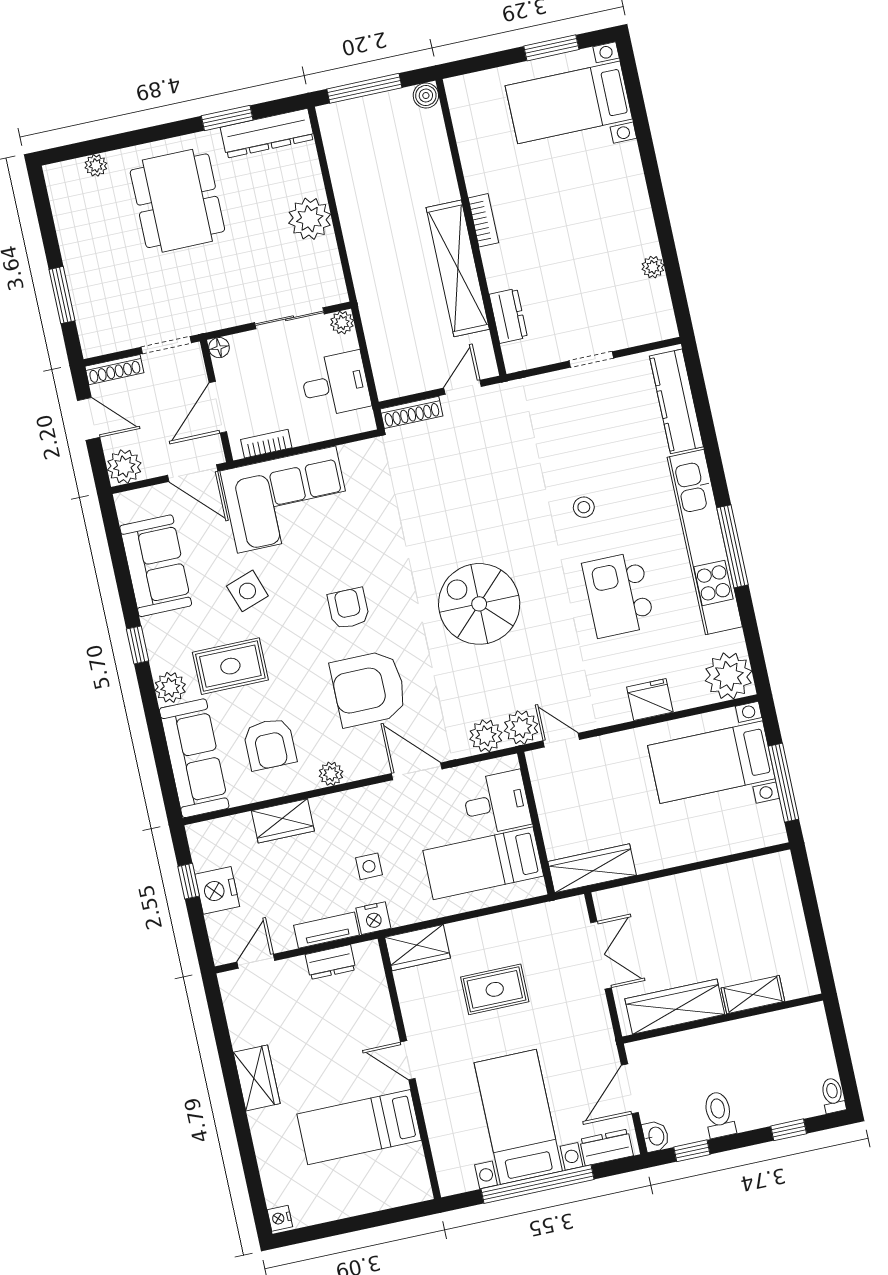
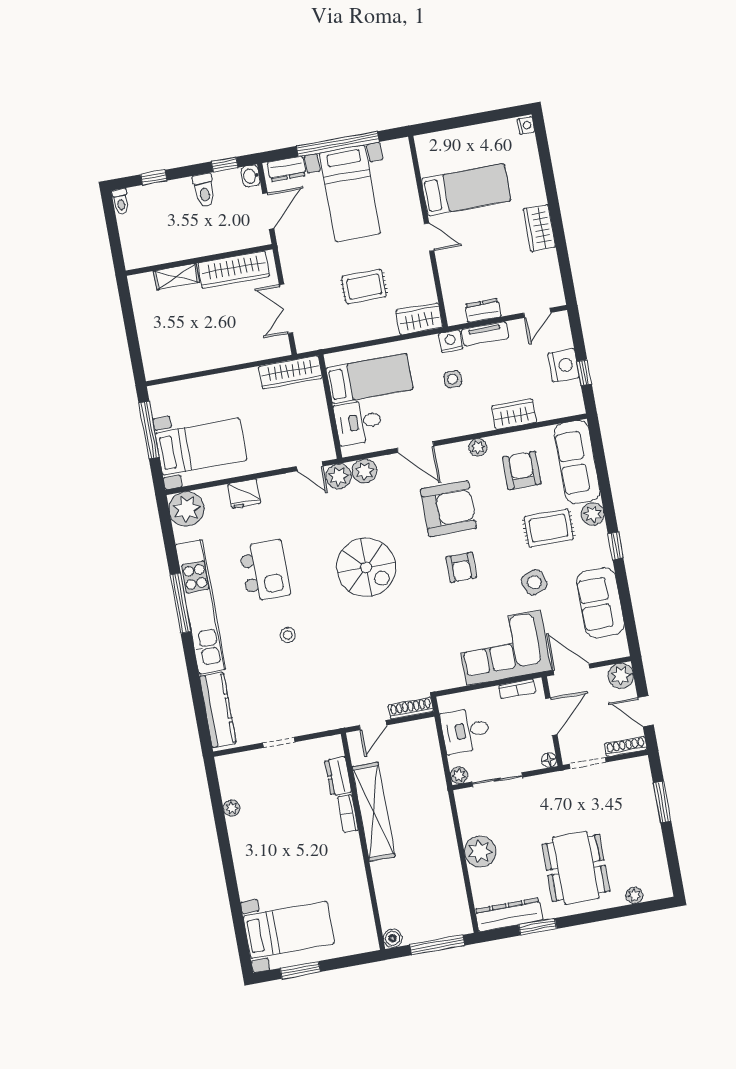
bookcase: (483, 220) -> (348, 814), moved

